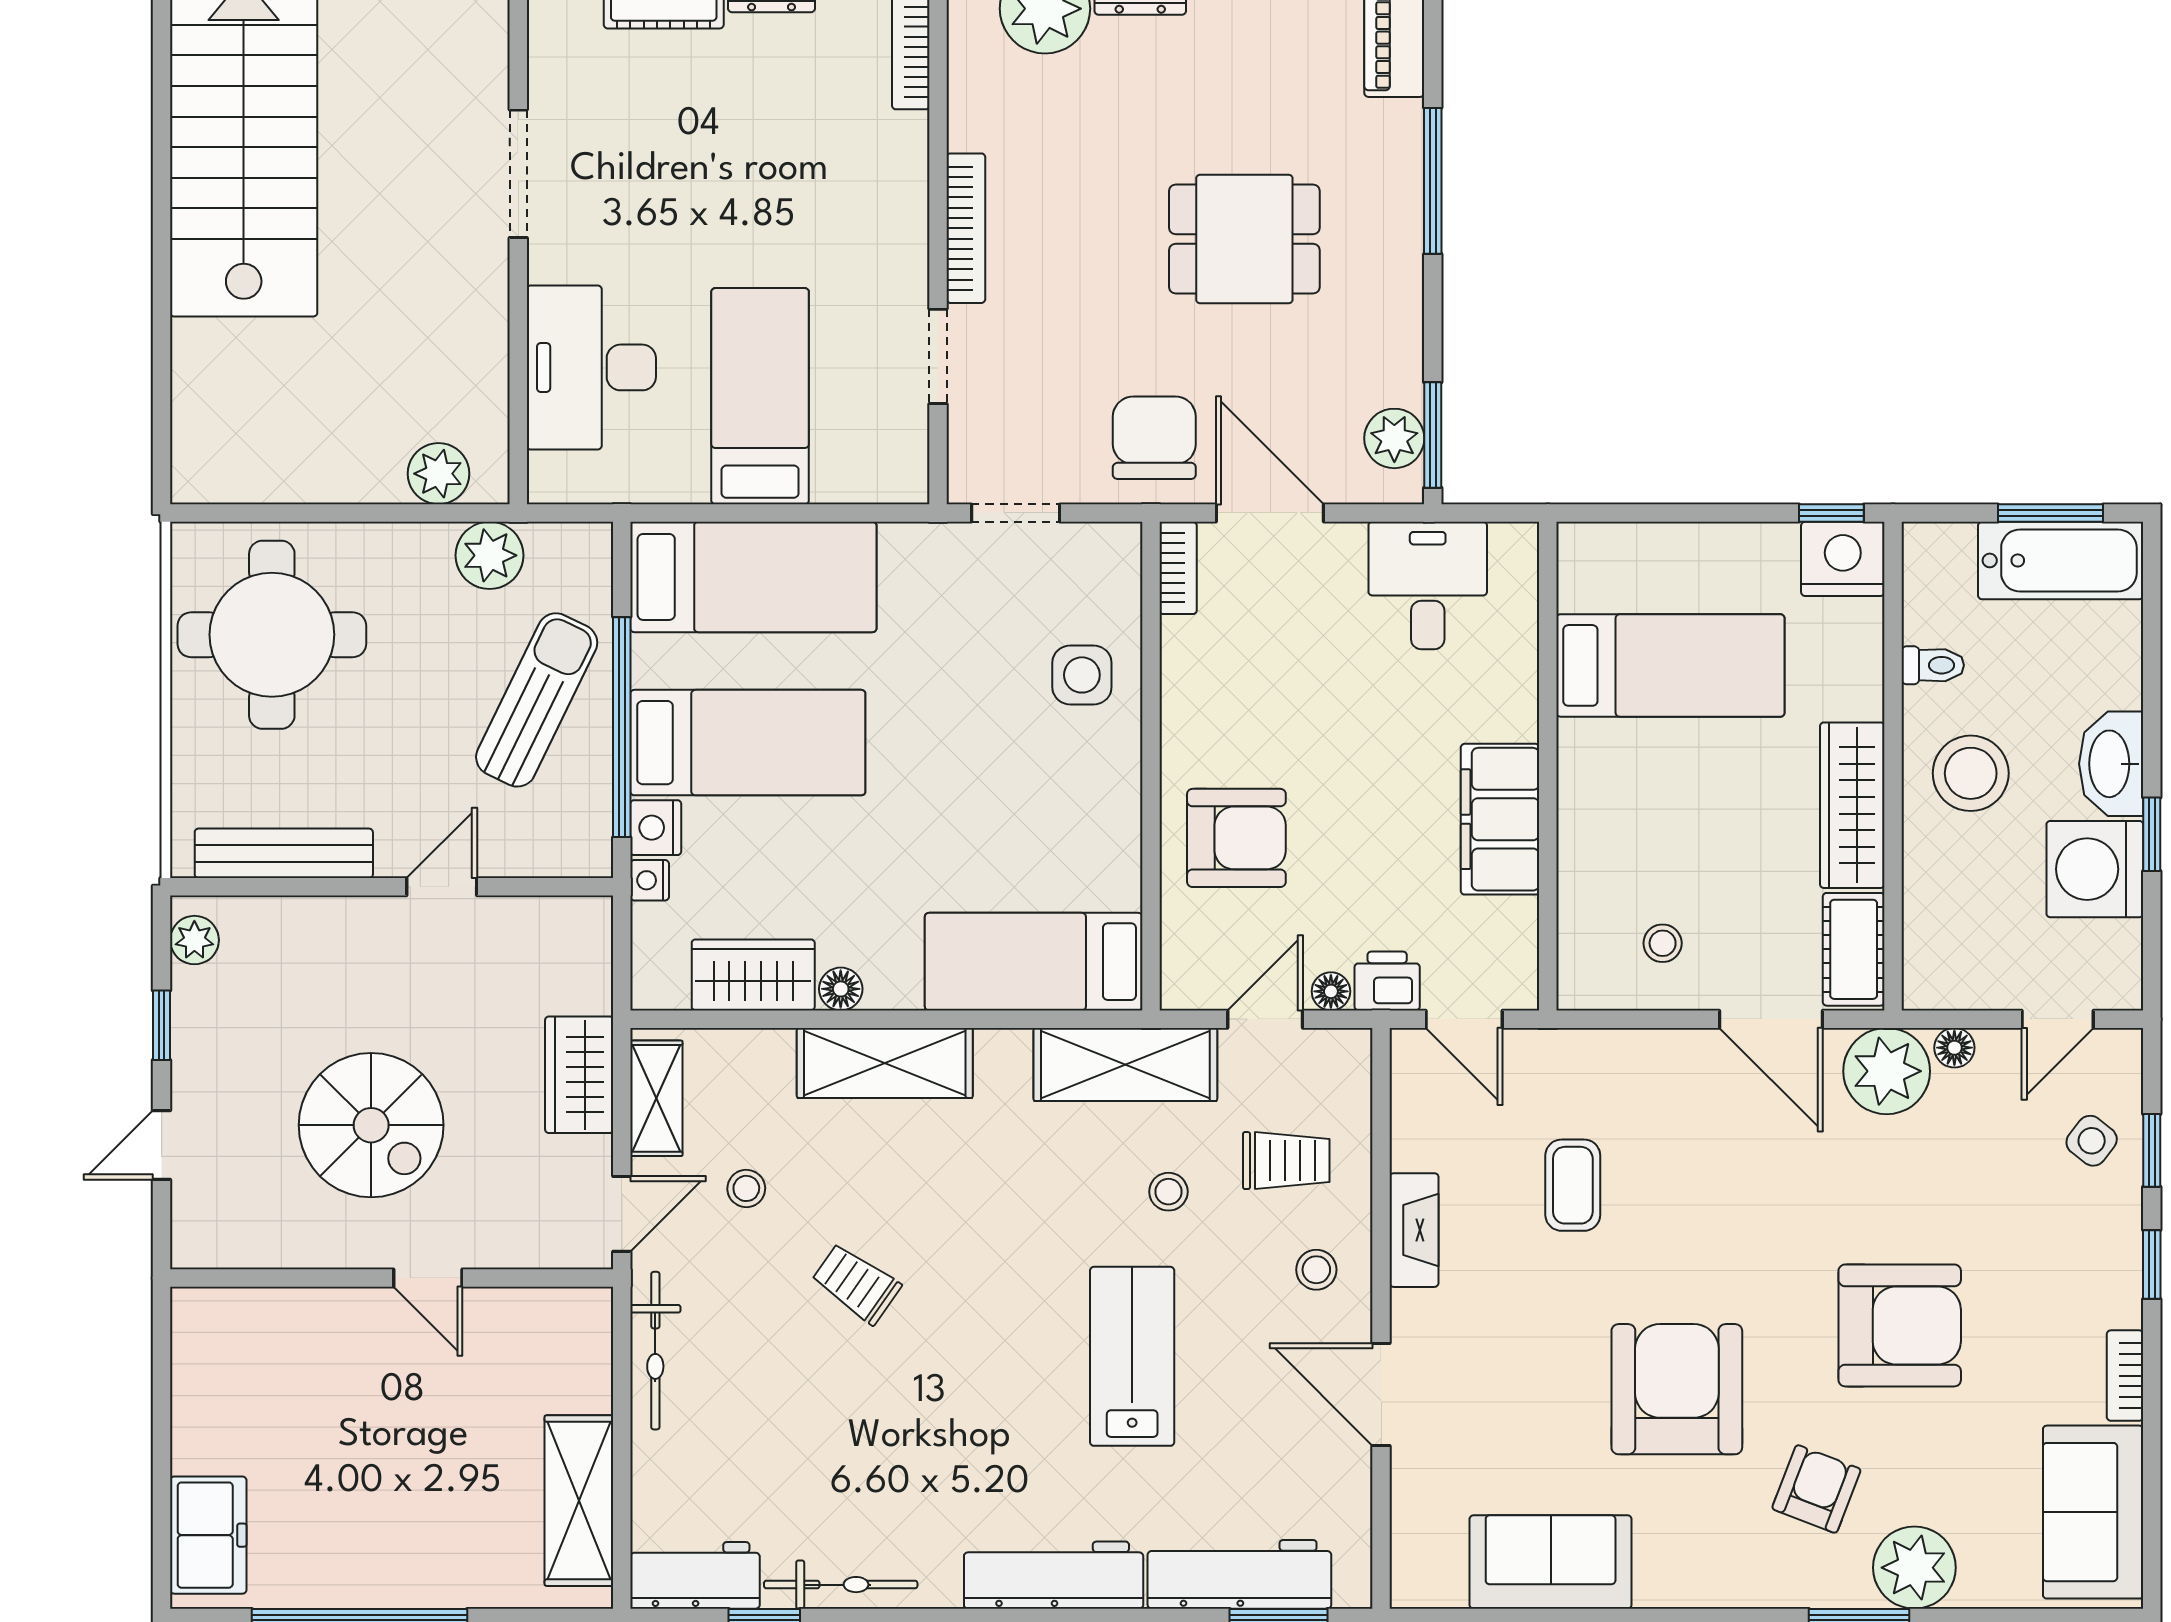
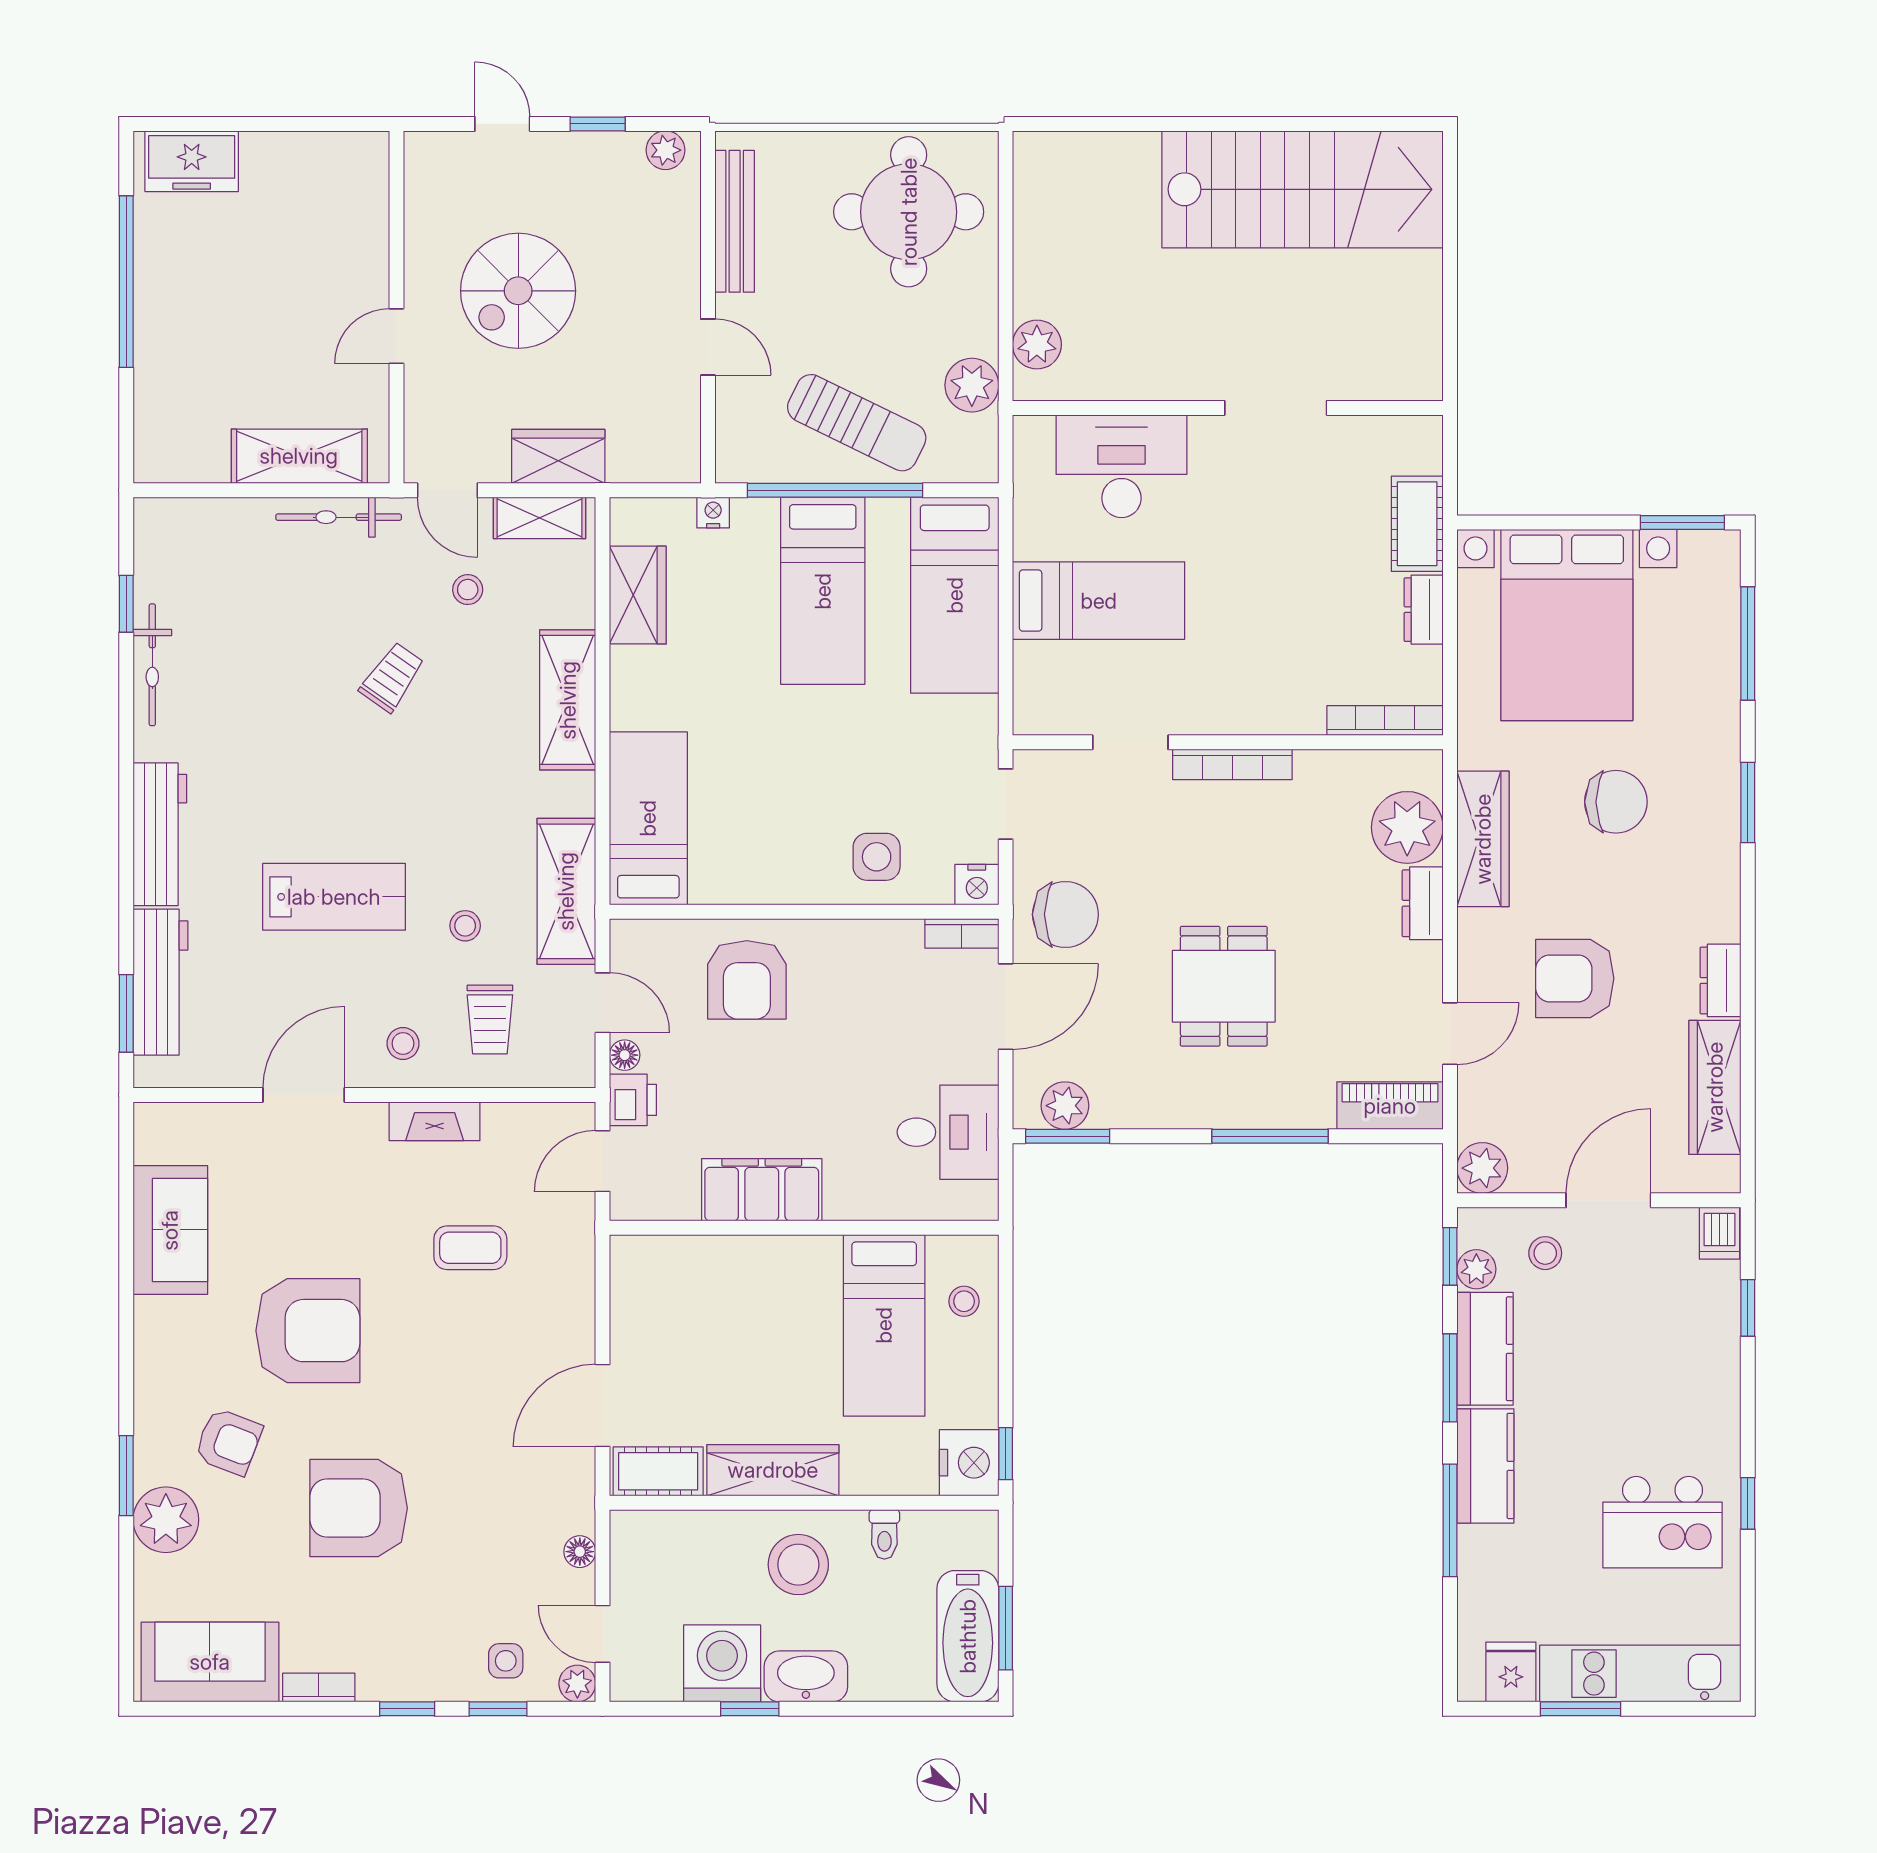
nightstand: (656, 828) -> (977, 885), moved, turned 180
stool: (1663, 943) -> (964, 1301), moved
floor lamp: (841, 989) -> (627, 665), removed
plant: (1887, 1071) -> (577, 1684), moved, width x0.53, depth x0.53
side table: (2092, 1141) -> (506, 1661), turned -38
armchair: (1900, 1325) -> (359, 1508), turned 90
shelving: (579, 1501) -> (299, 456), moved
workbench: (695, 1575) -> (160, 549), removed

